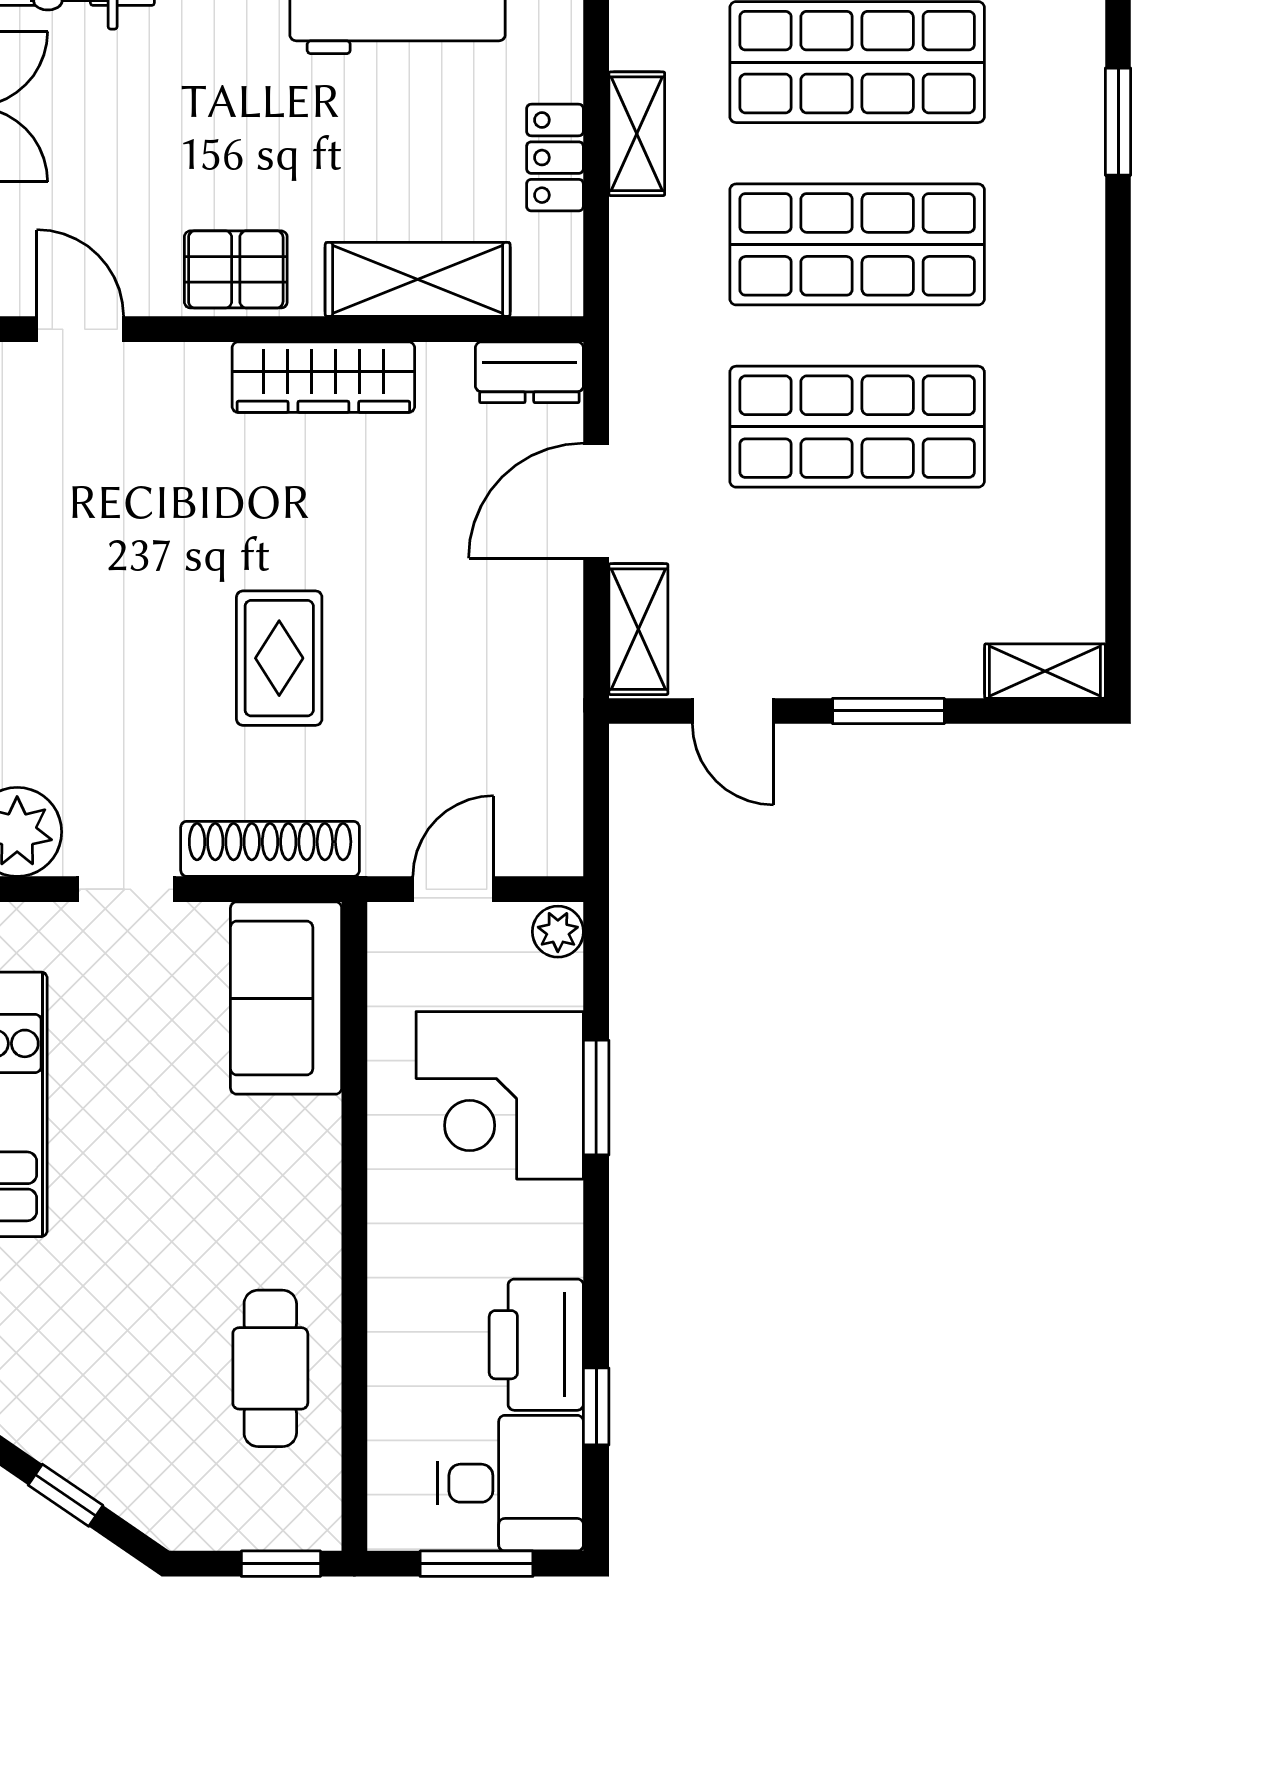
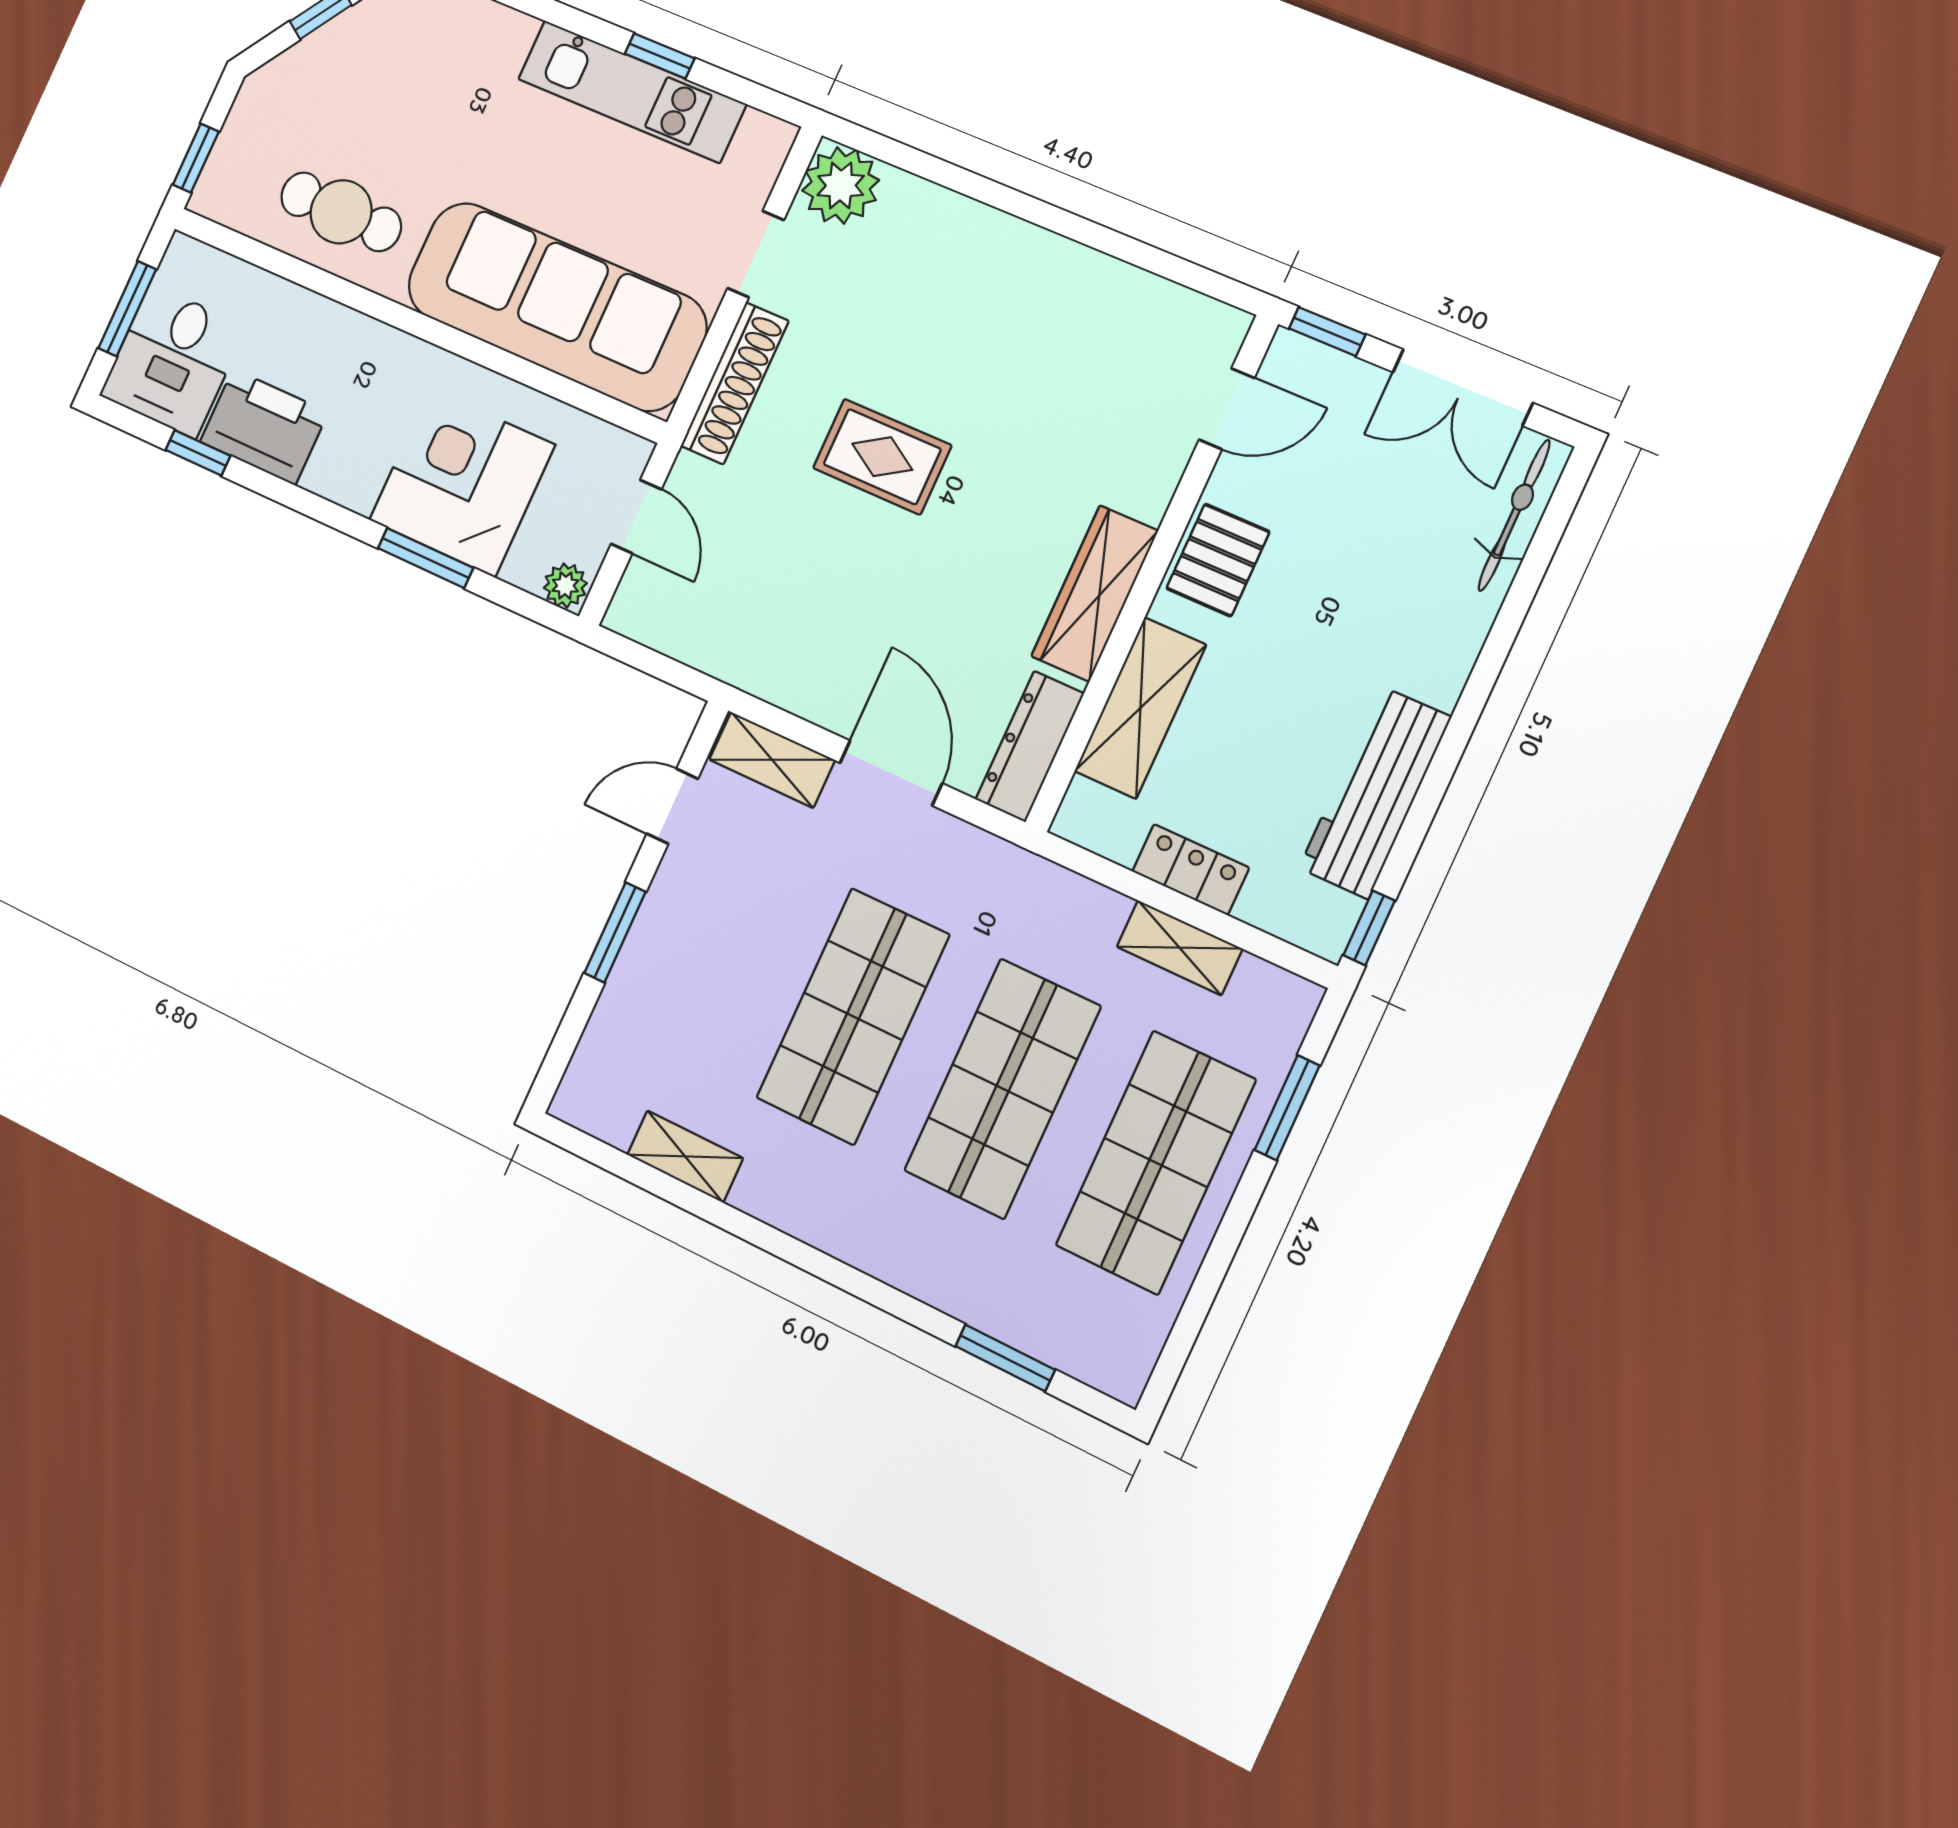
dresser: (529, 372) -> (1030, 746), width x1.44
shelving: (1045, 671) -> (685, 1156), moved, turned 90
sofa: (286, 998) -> (556, 306), width x1.85, depth x1.27

